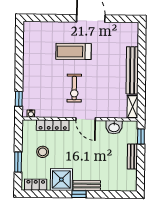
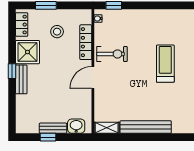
exercise bike: (74, 88) -> (112, 54), moved, turned 180
washbasin: (114, 127) -> (76, 126), moved, turned 90
window: (141, 136) -> (48, 137), moved

